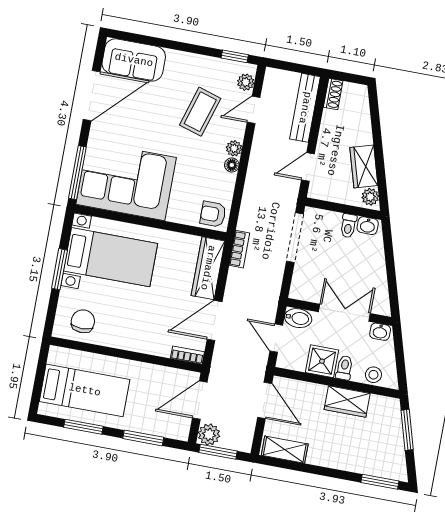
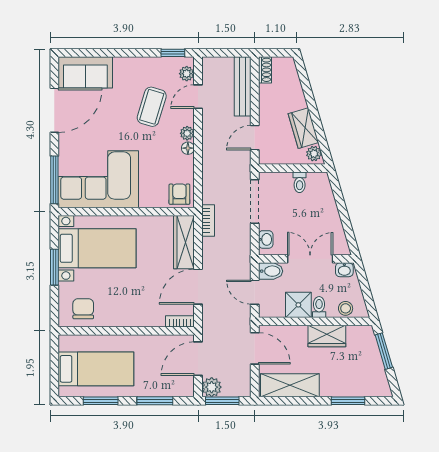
armchair: (213, 214) -> (179, 194), turned 90
washbasin: (368, 226) -> (266, 239), moved, turned -90
shelving: (285, 450) -> (290, 385), width x1.50, depth x1.33
window: (380, 482) -> (348, 401), moved

